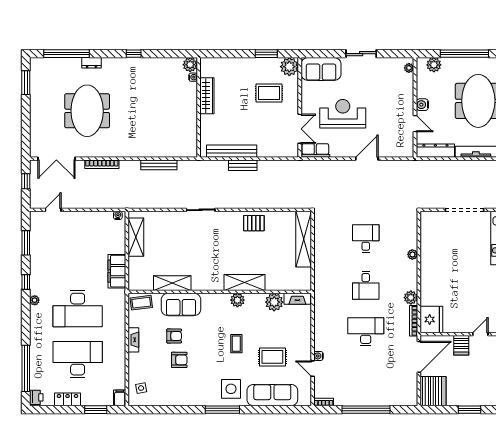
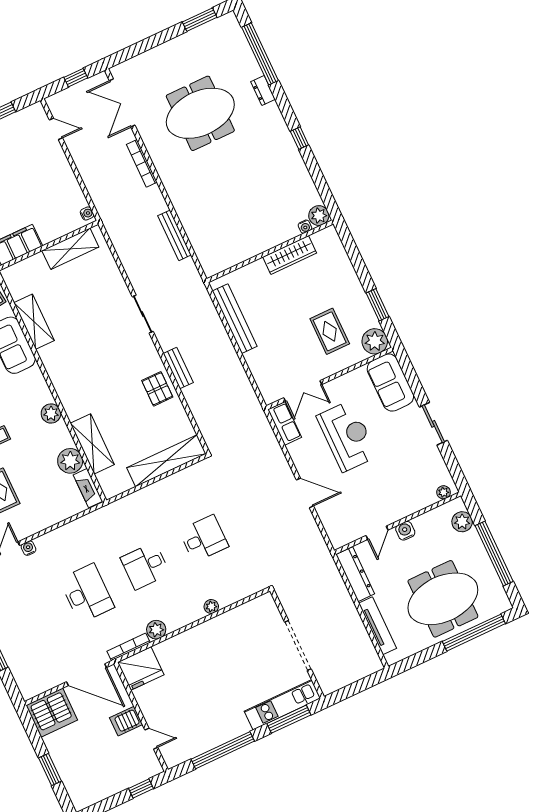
bench: (243, 165) -> (178, 368), moved
shelving: (244, 282) -> (92, 444), moved

